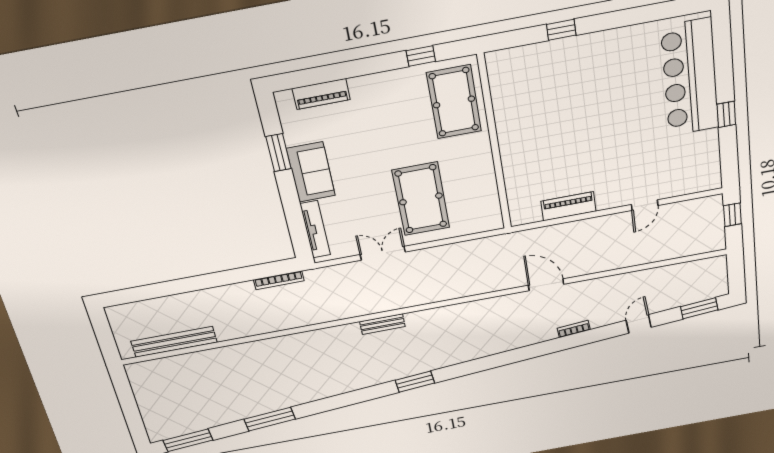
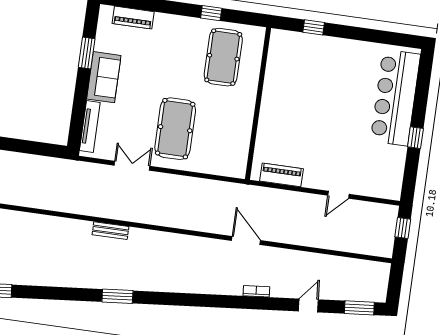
wall: (494, 144) -> (258, 104), moved
bookcase: (279, 280) -> (47, 161), removed

